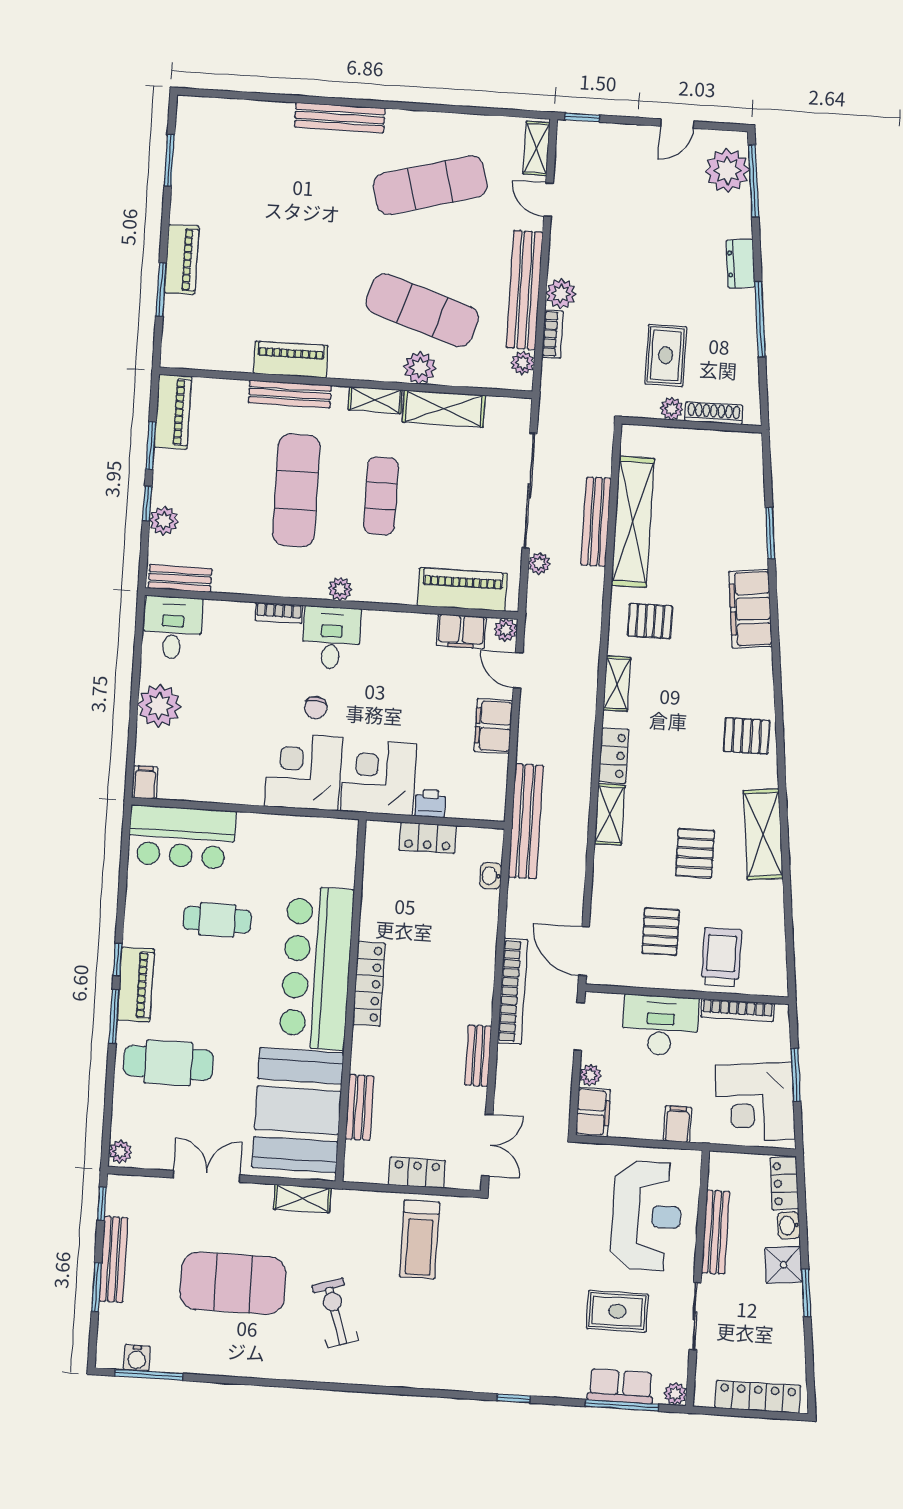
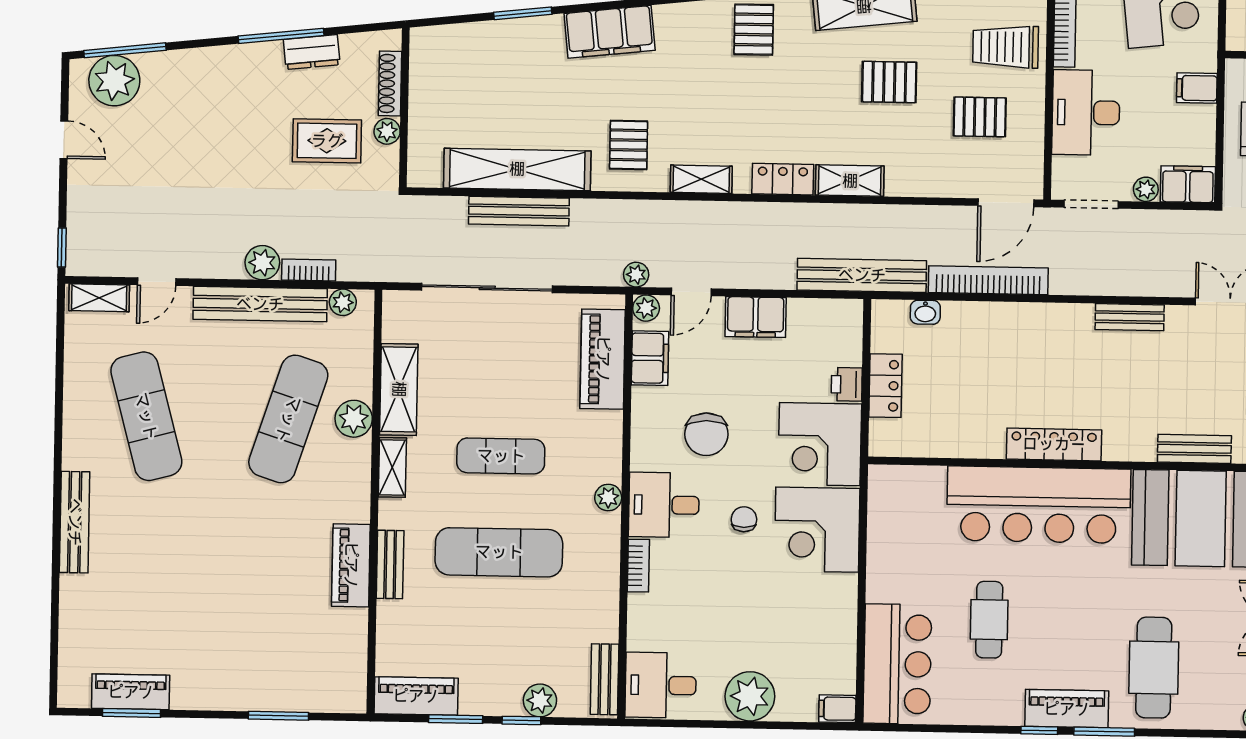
piano: (182, 259) -> (131, 692), moved
dresser: (741, 263) -> (312, 52), moved
bench: (290, 394) -> (390, 564), width x0.73
plant: (539, 564) -> (636, 275), moved
chair: (392, 678) -> (706, 434), added
chair: (316, 708) -> (744, 519), turned -96
bookcase: (513, 991) -> (988, 280), moved

